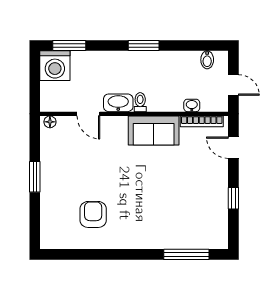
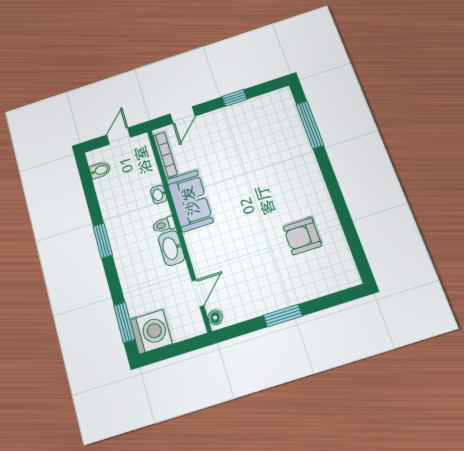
washbasin: (192, 105) -> (159, 195), moved
door: (88, 114) -> (198, 293), moved

